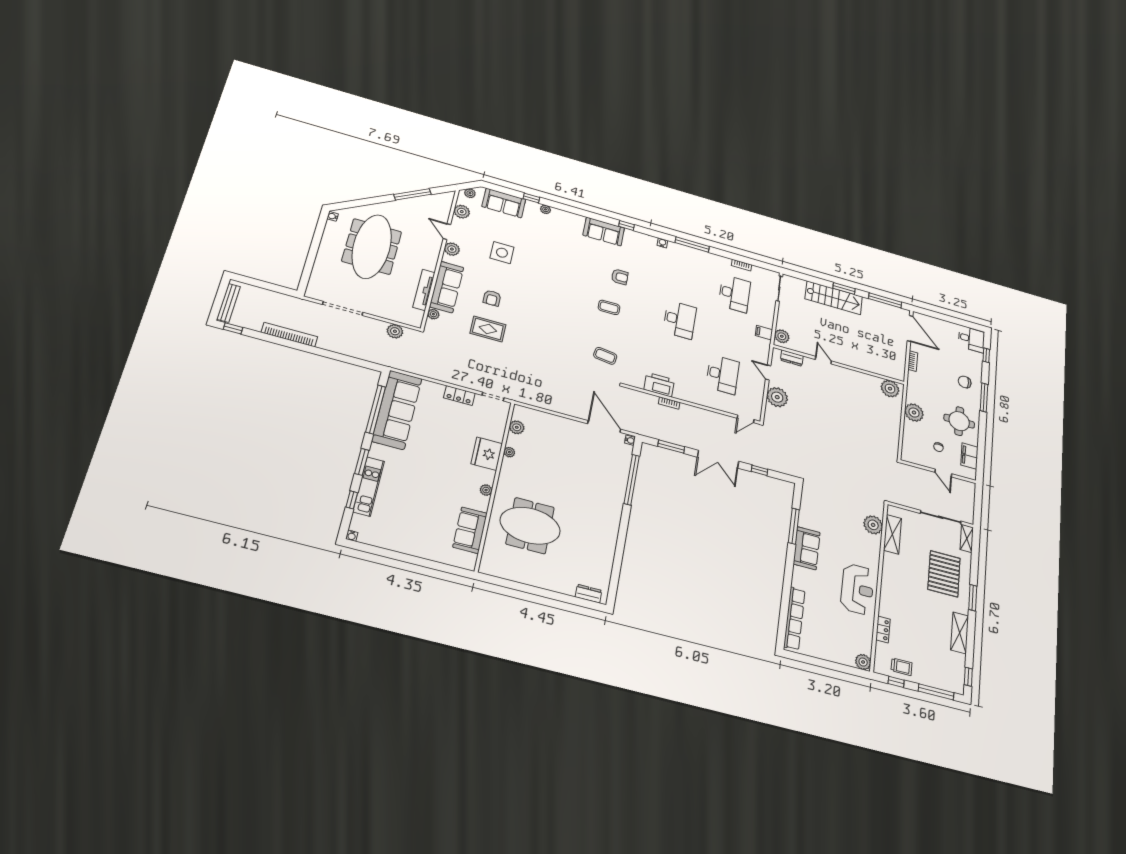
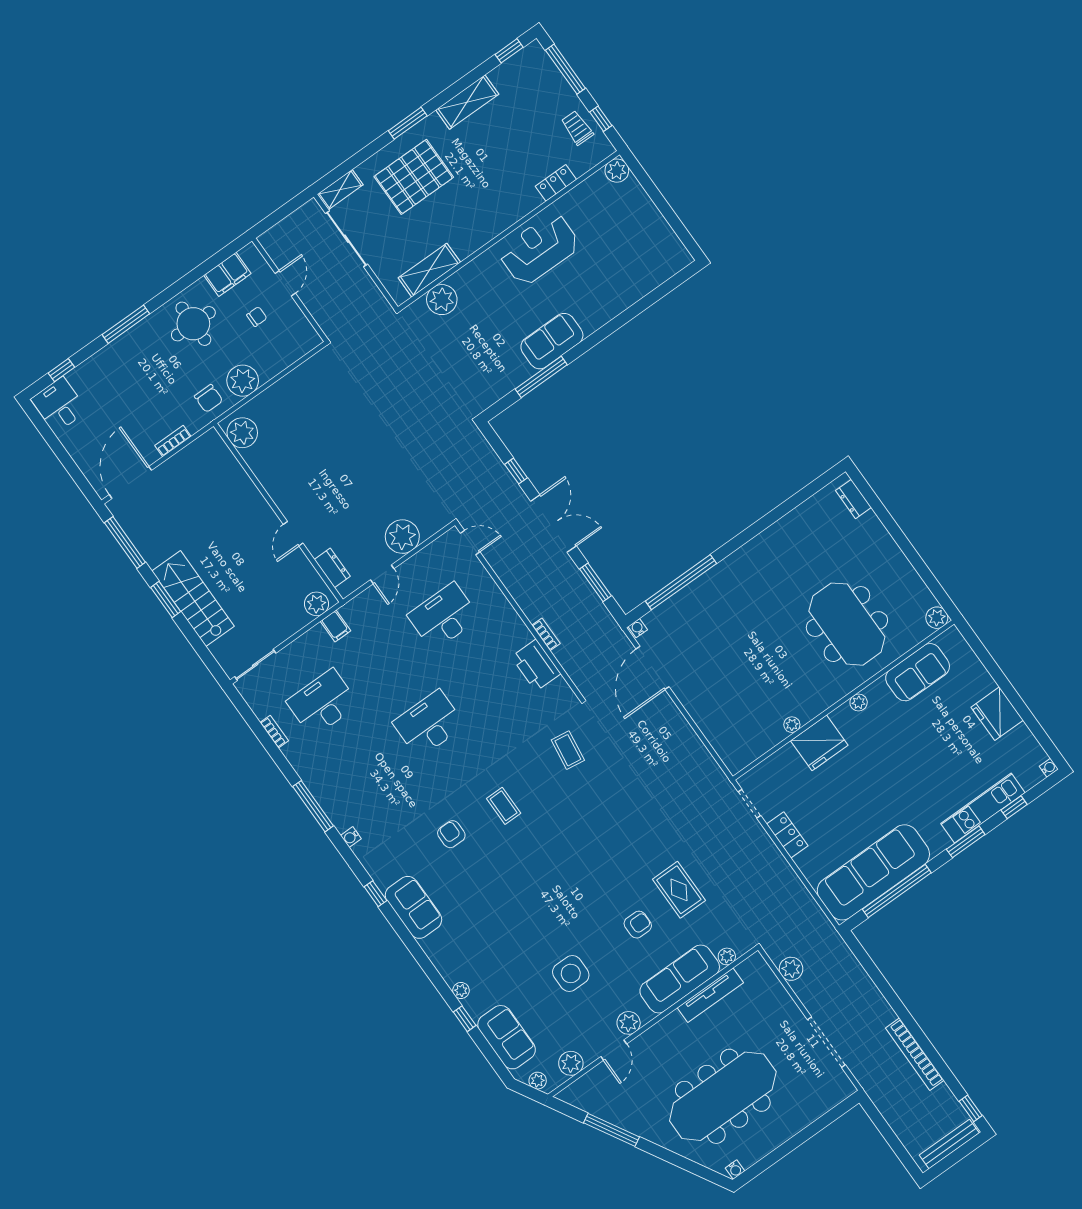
chair: (965, 382) -> (209, 398), moved
plant: (517, 427) -> (937, 618), moved
fridge: (407, 542) -> (997, 714), added
row of seats: (794, 618) -> (648, 281), removed

